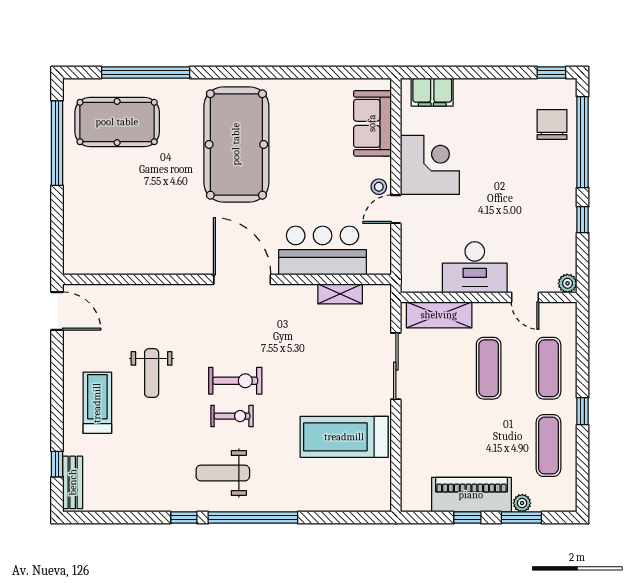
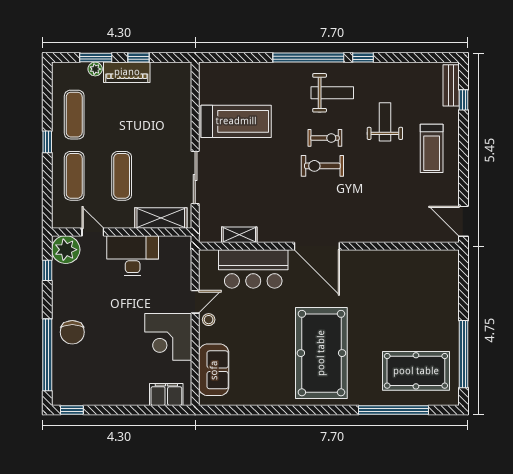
chair: (552, 124) -> (72, 332), moved
window: (583, 220) -> (47, 270), moved
plant: (567, 283) -> (66, 250), width x1.88, depth x1.88
weight bench: (152, 373) -> (385, 122), moved
exercise bike: (232, 416) -> (325, 138), turned 180
piano: (471, 495) -> (127, 72), width x0.73, depth x0.75

